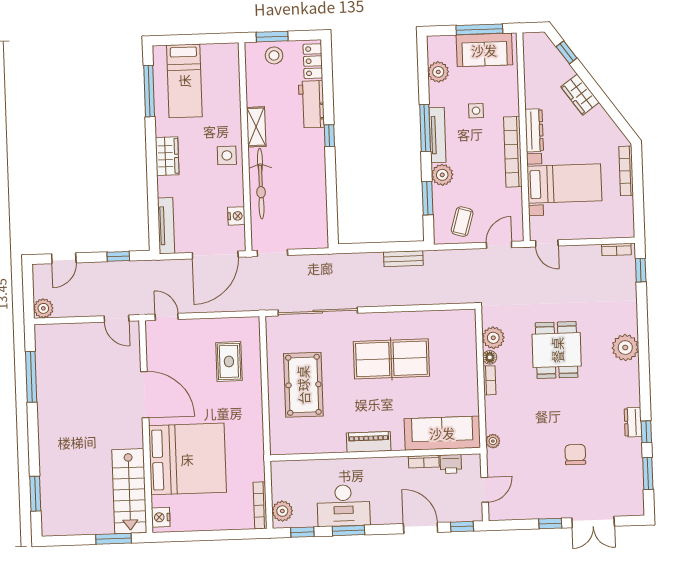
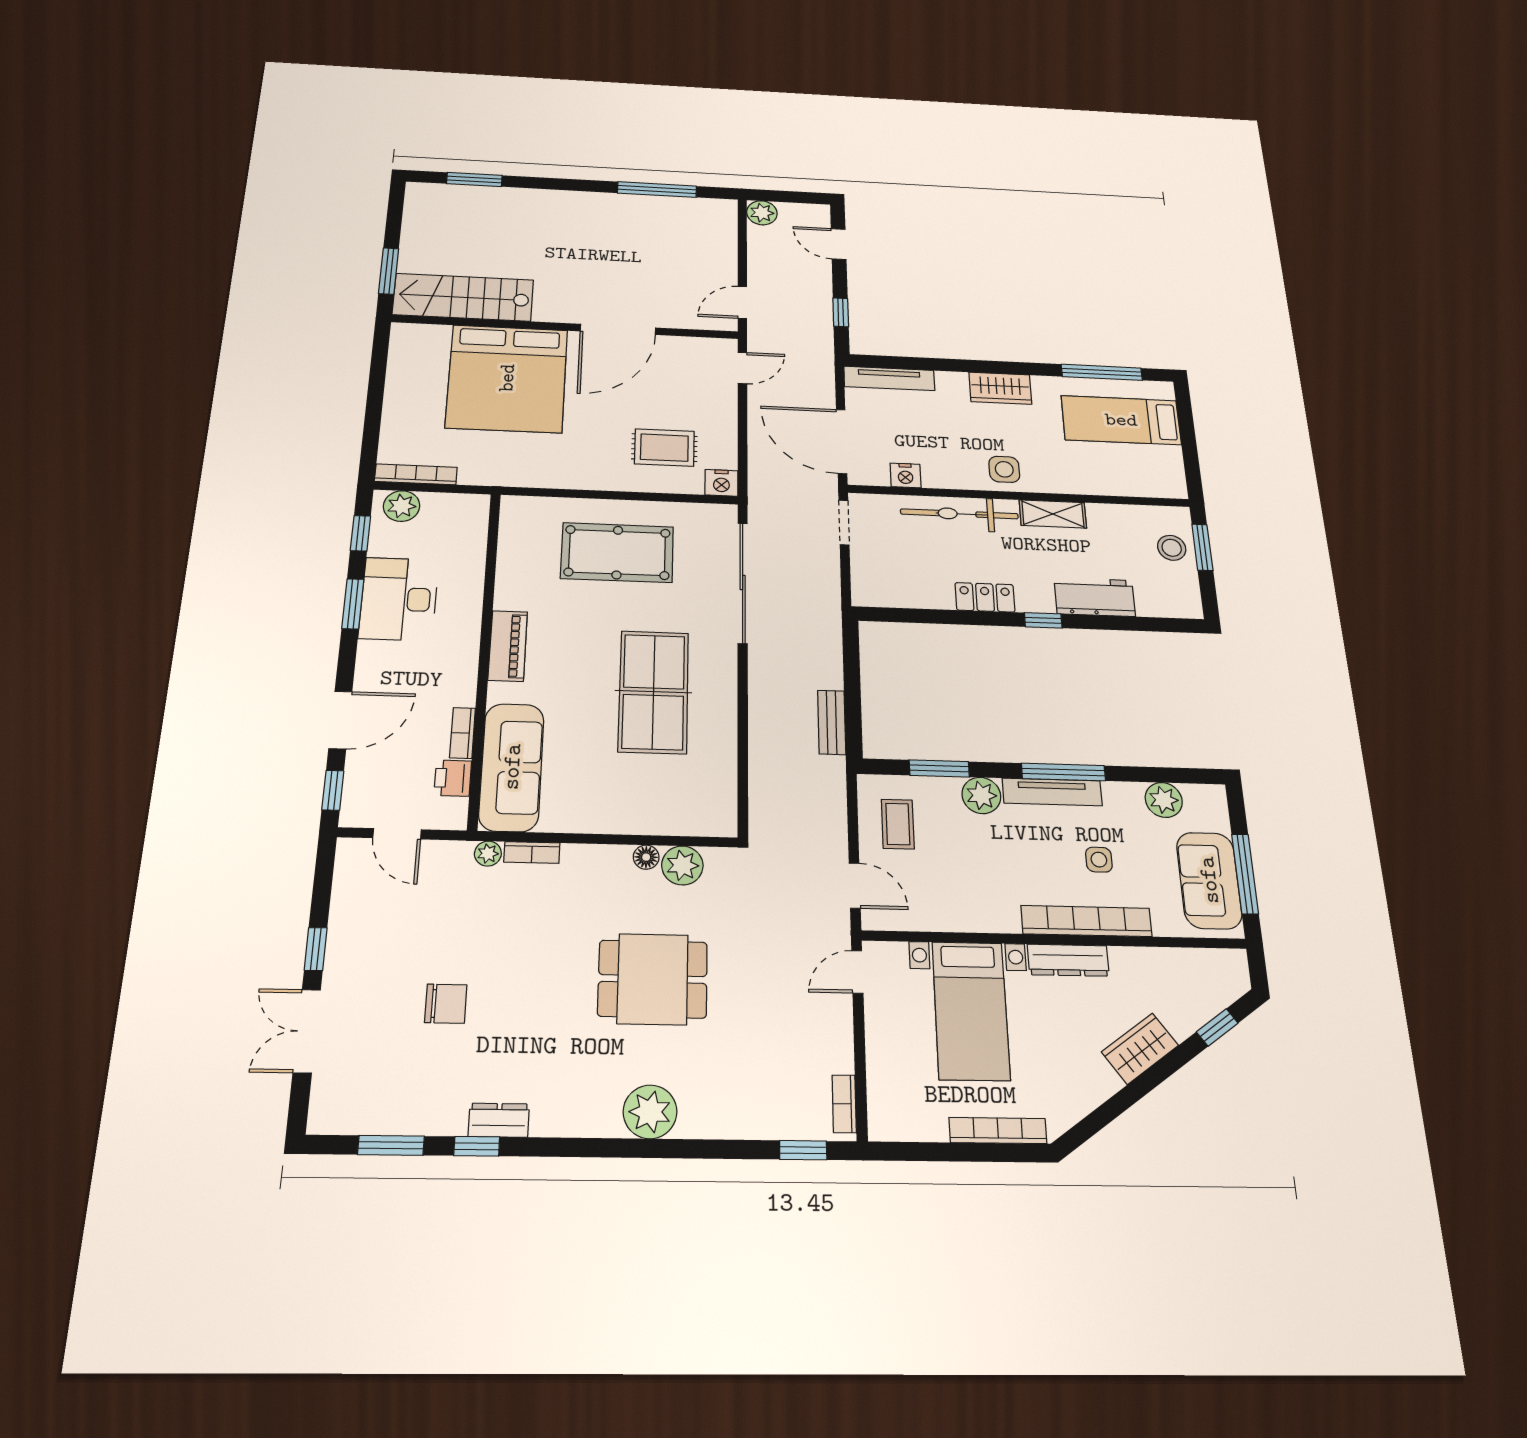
locker: (313, 61) -> (985, 597), moved
bookcase: (513, 152) -> (1086, 921), moved
coffee table: (462, 222) -> (898, 824), turned 74
bookcase: (490, 380) -> (532, 852), moved
nightstand: (161, 517) -> (721, 483), moved, turned 180

